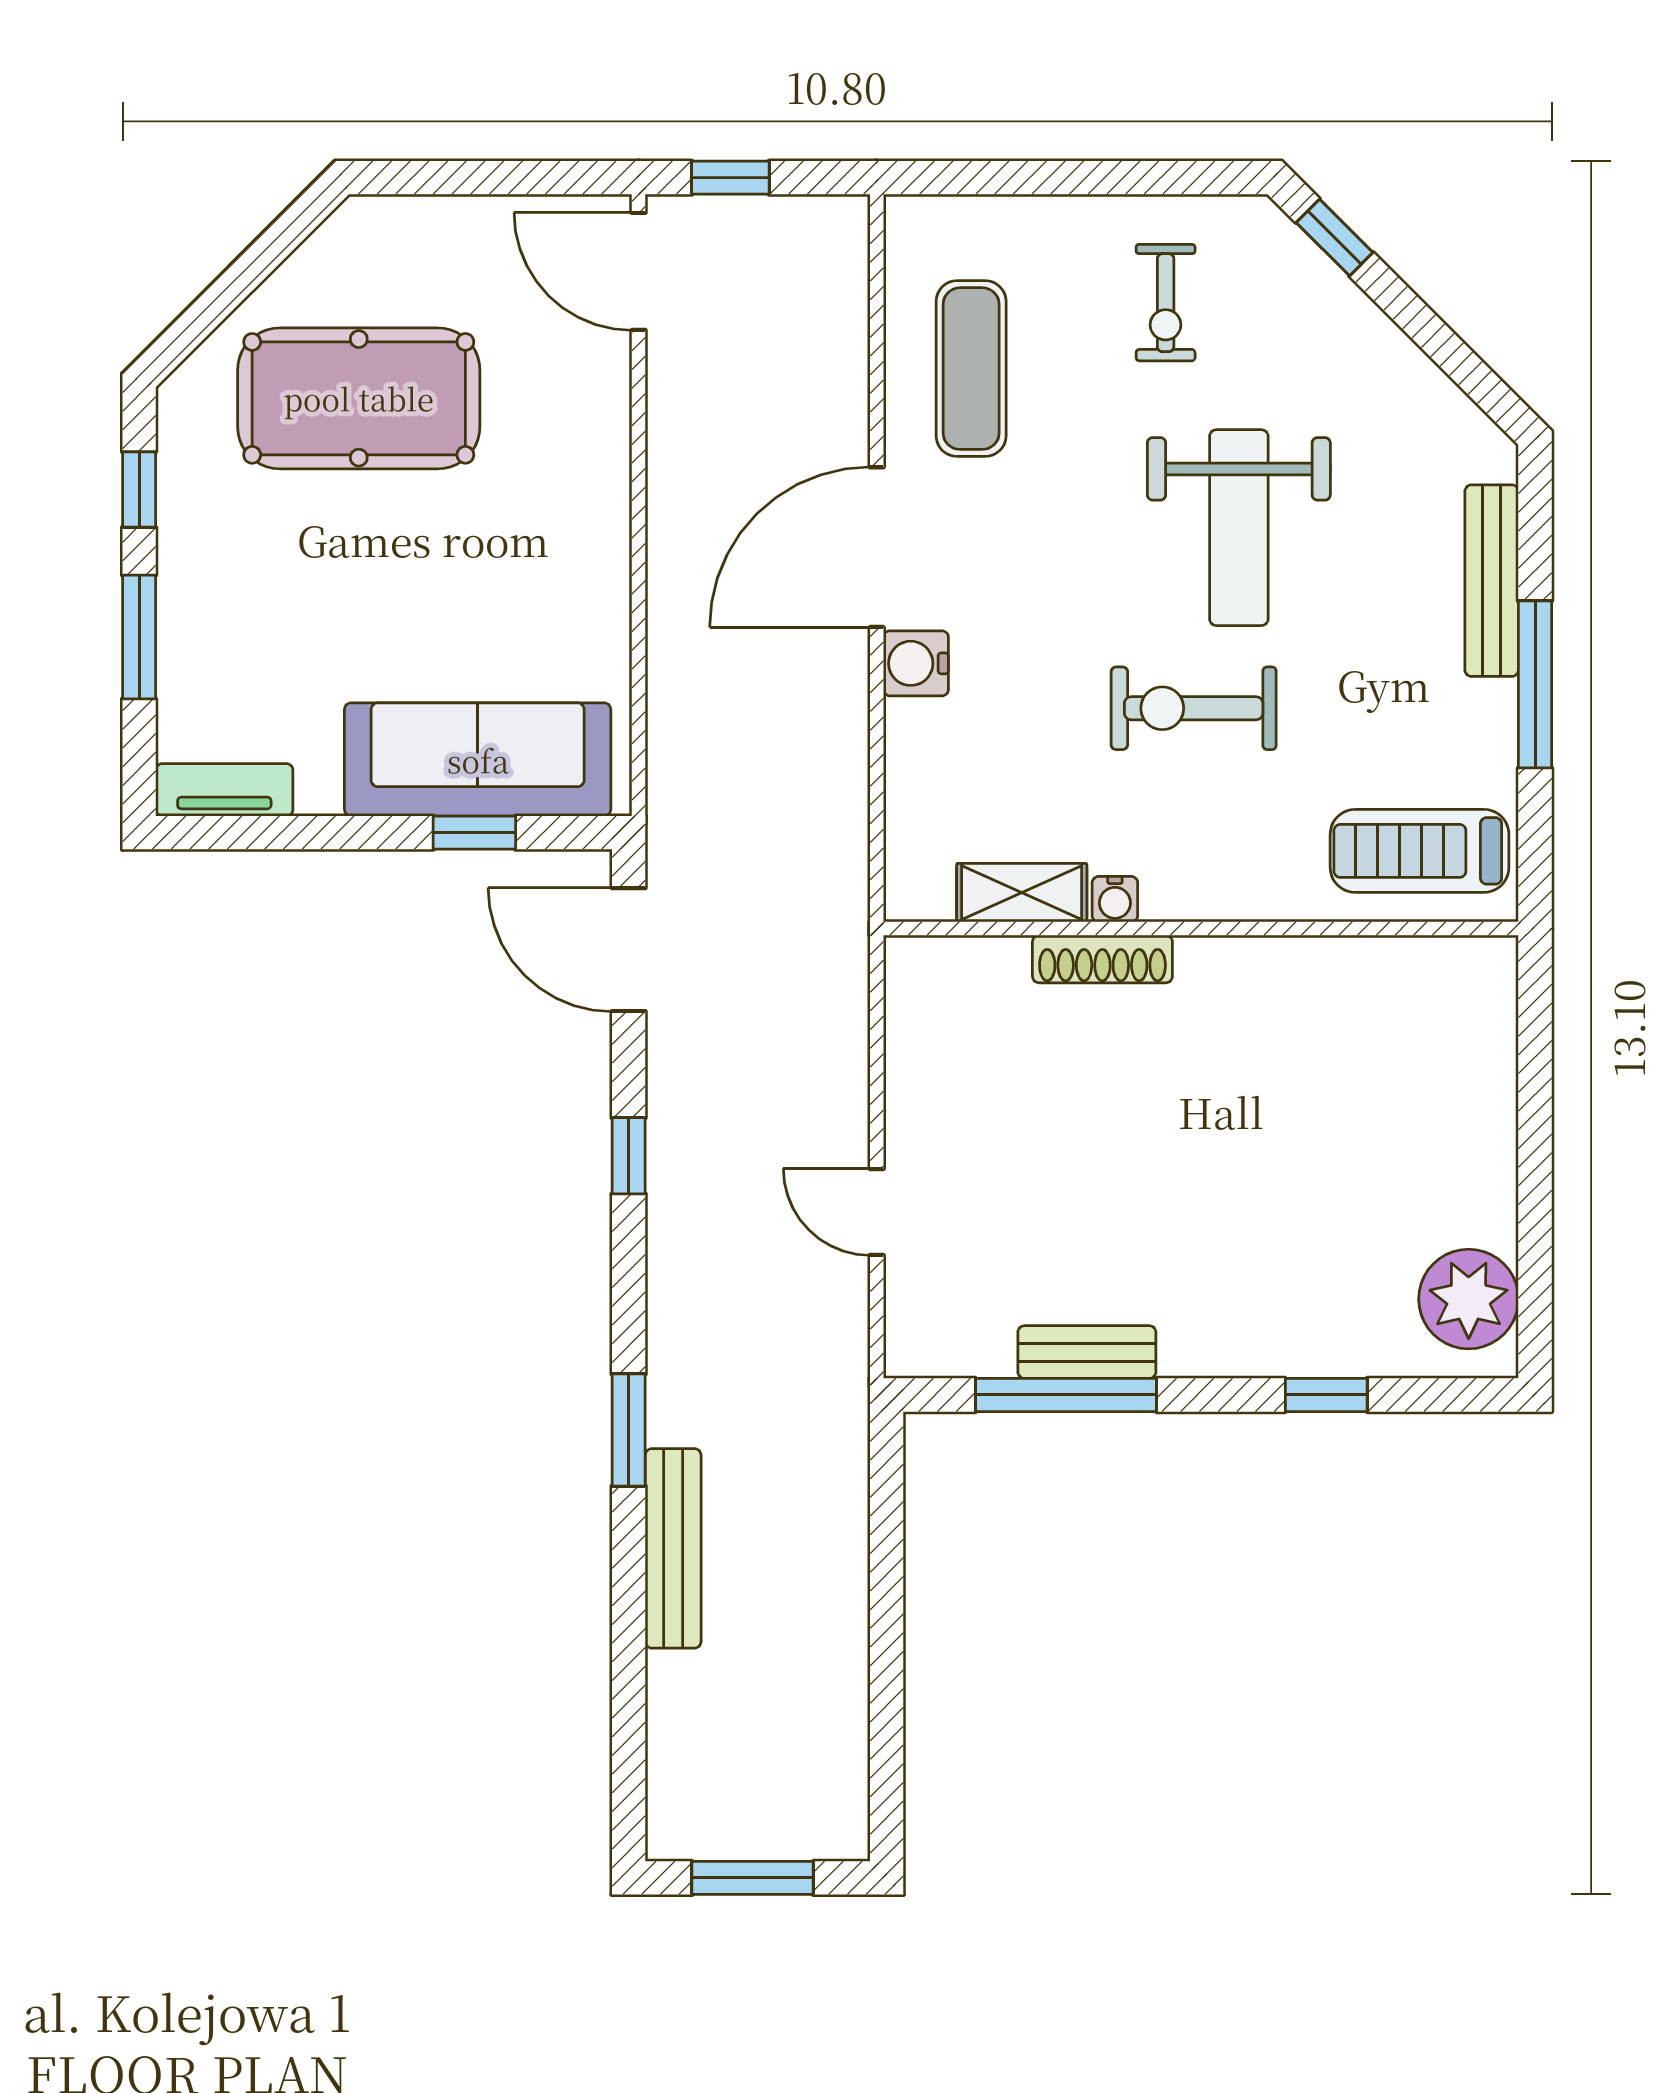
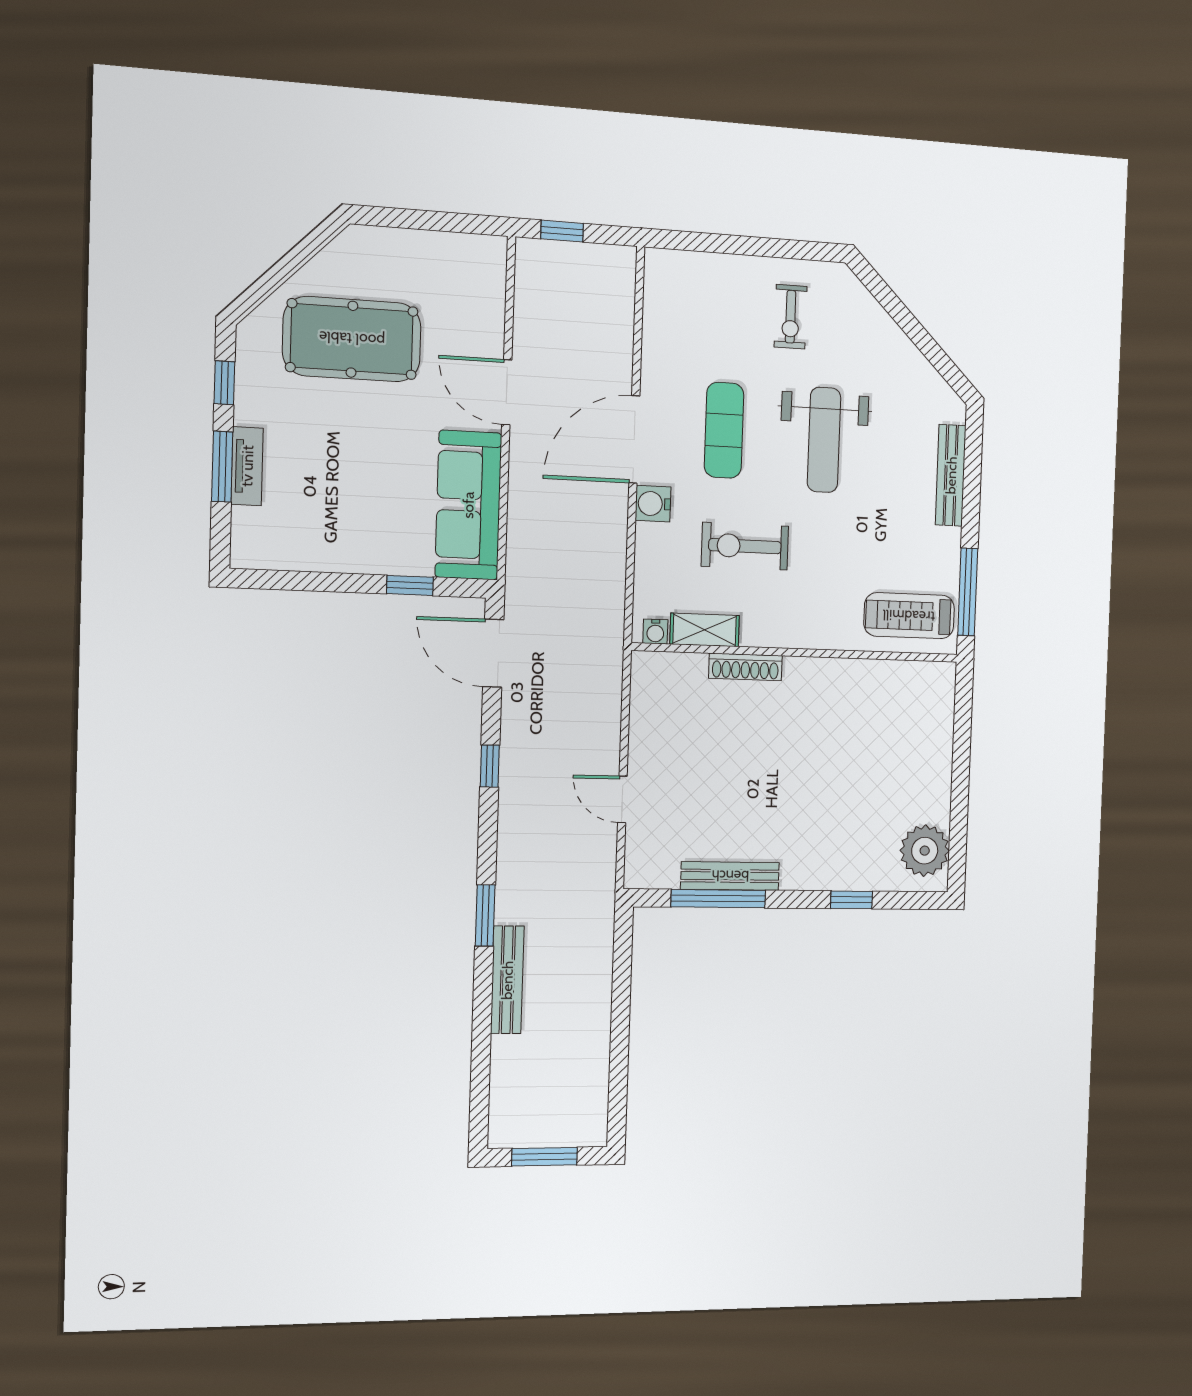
window: (1335, 237) -> (879, 288), removed
door: (639, 271) -> (507, 392), moved
exercise mat: (971, 369) -> (724, 430), moved
window: (1535, 684) -> (968, 592), moved
exercise bike: (1194, 708) -> (745, 546), moved
sofa: (478, 760) -> (468, 505), moved, turned -90
tv unit: (224, 790) -> (247, 466), moved, turned 90
water cooler: (1115, 899) -> (655, 632), moved
bench: (1087, 1352) -> (730, 876), width x1.36

